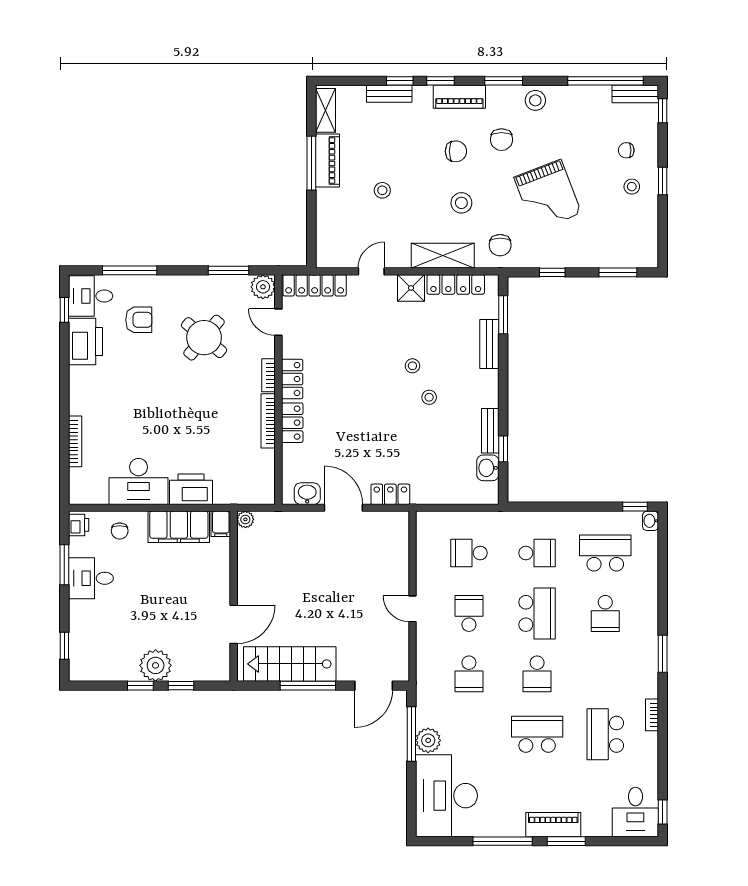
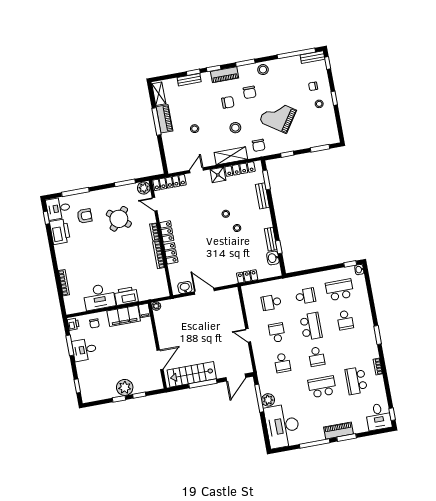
grand piano: (548, 195) -> (278, 116), turned 145
locker: (390, 494) -> (247, 276), moved

